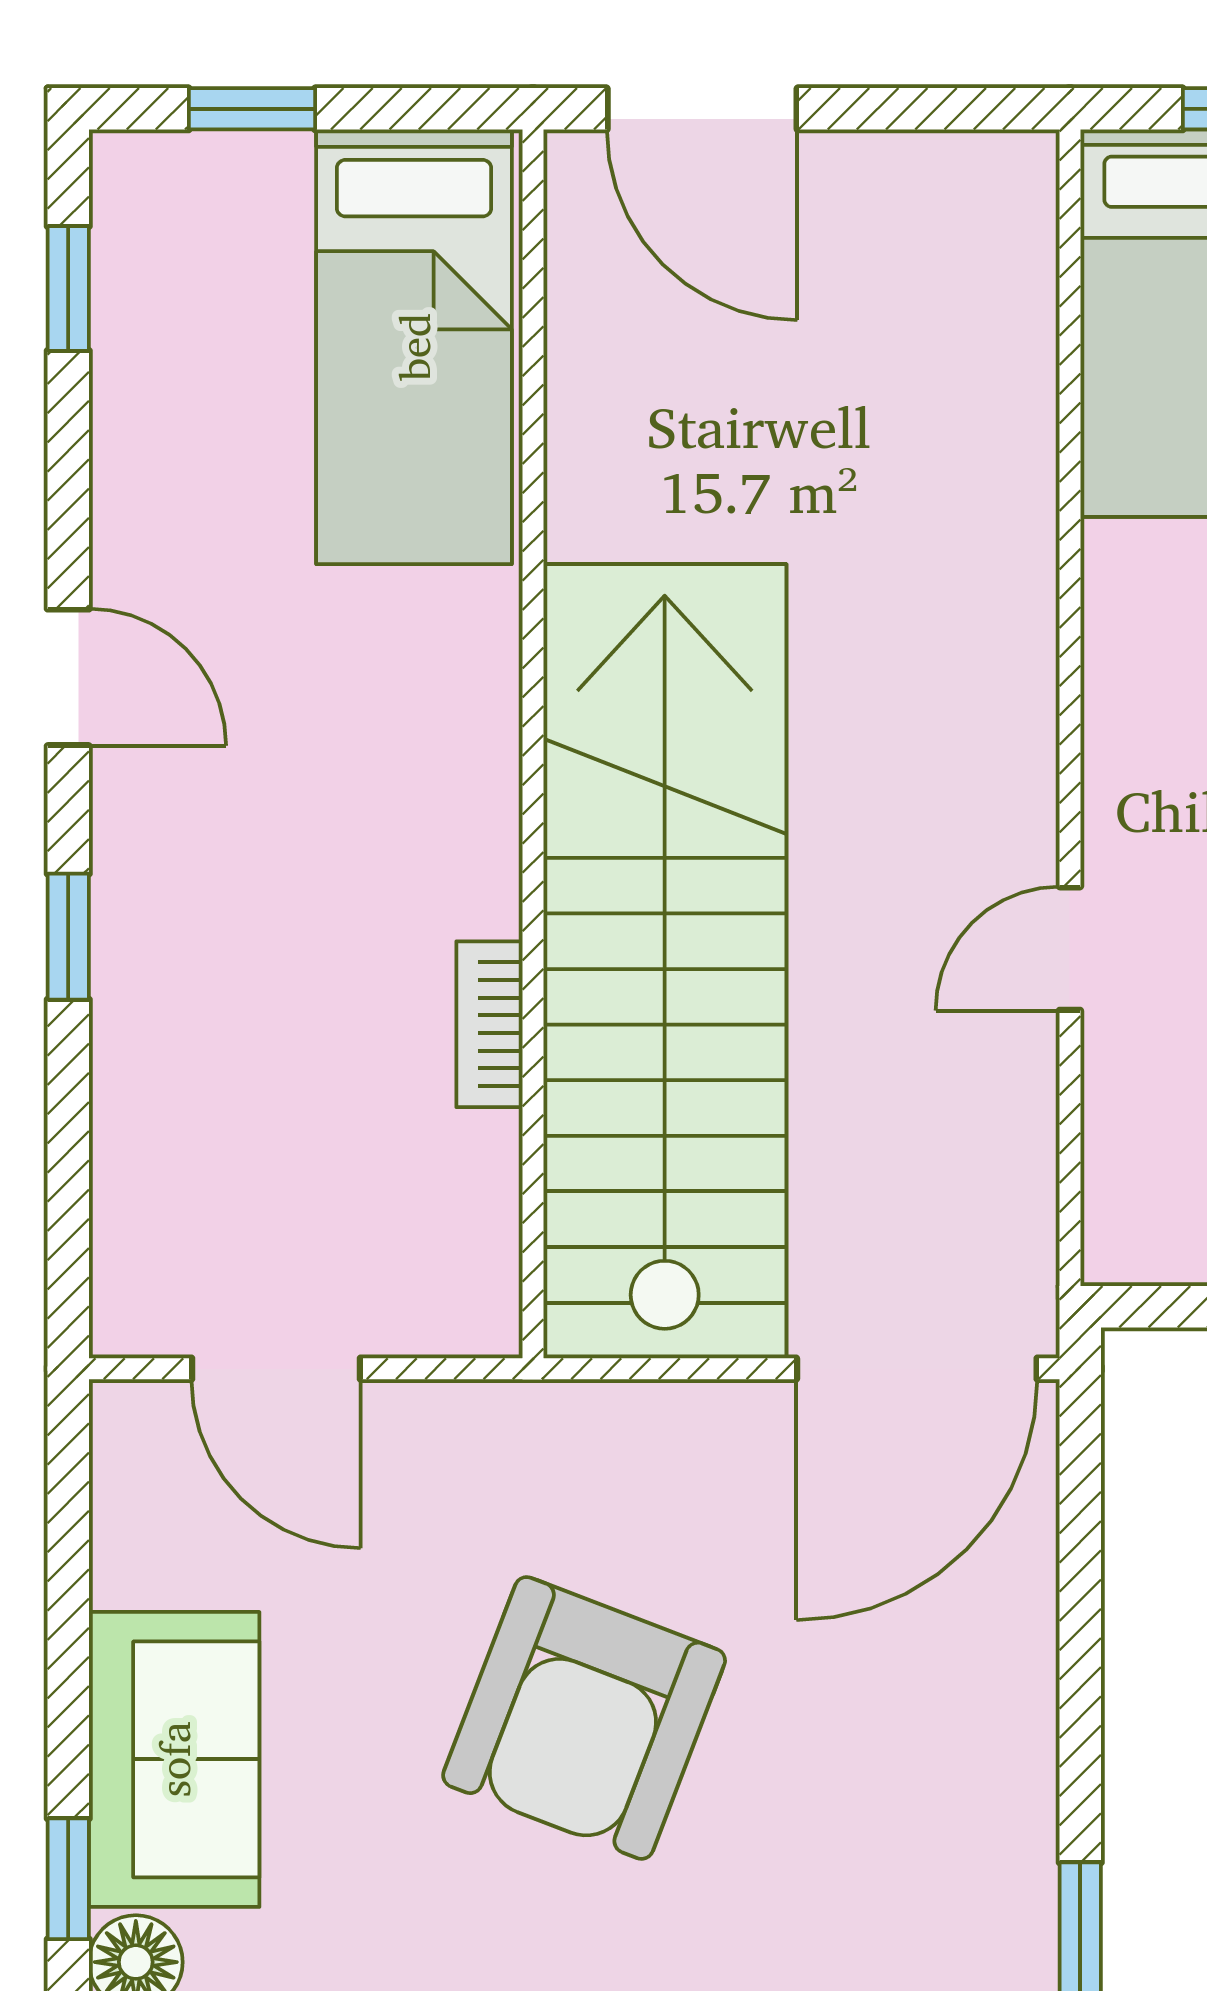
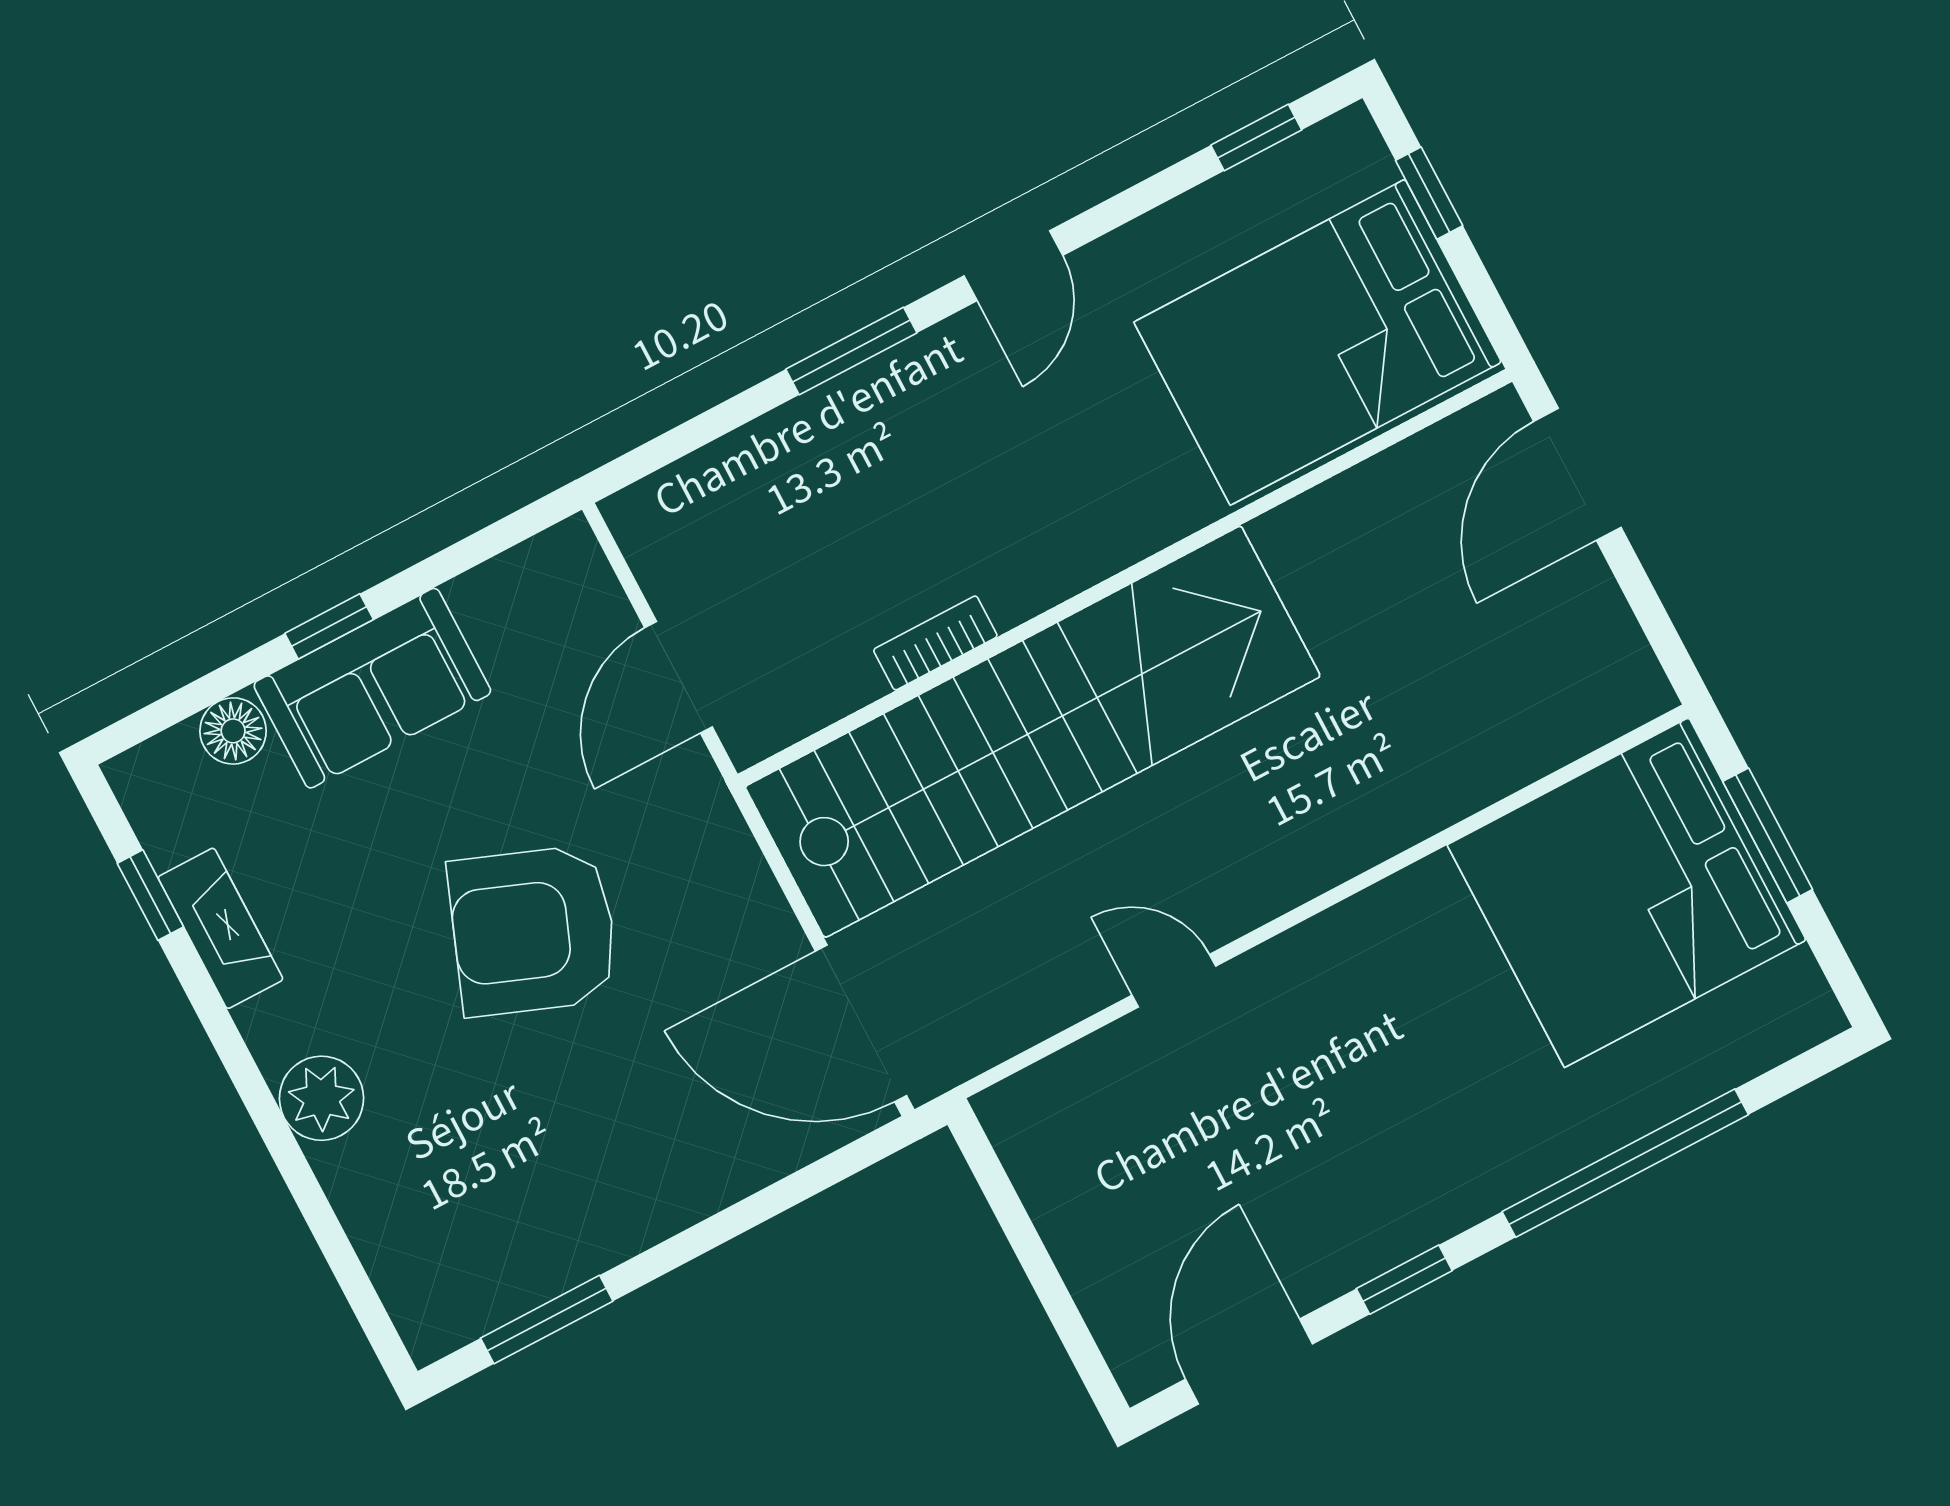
bed: (414, 347) -> (1318, 342), width x1.50
window: (68, 937) -> (851, 351), width x1.50
door: (276, 1369) -> (679, 677), moved
window: (68, 1879) -> (329, 626), moved

